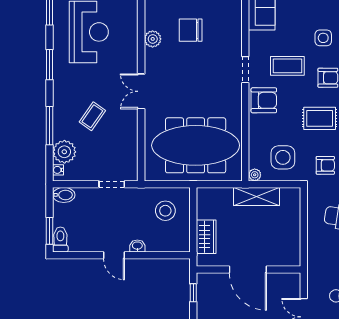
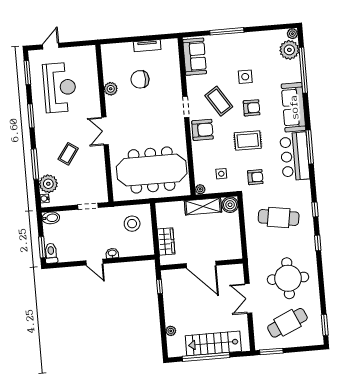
coffee table: (287, 66) -> (219, 101), turned 57
side table: (283, 157) -> (221, 174), width x0.54, depth x0.54
boiler: (291, 197) -> (230, 205), added

